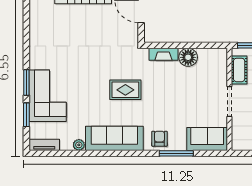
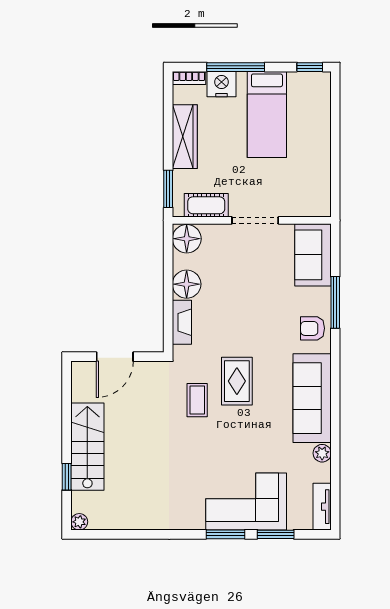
floor lamp: (217, 57) -> (187, 239), added
coffee table: (113, 64) -> (197, 400), added

